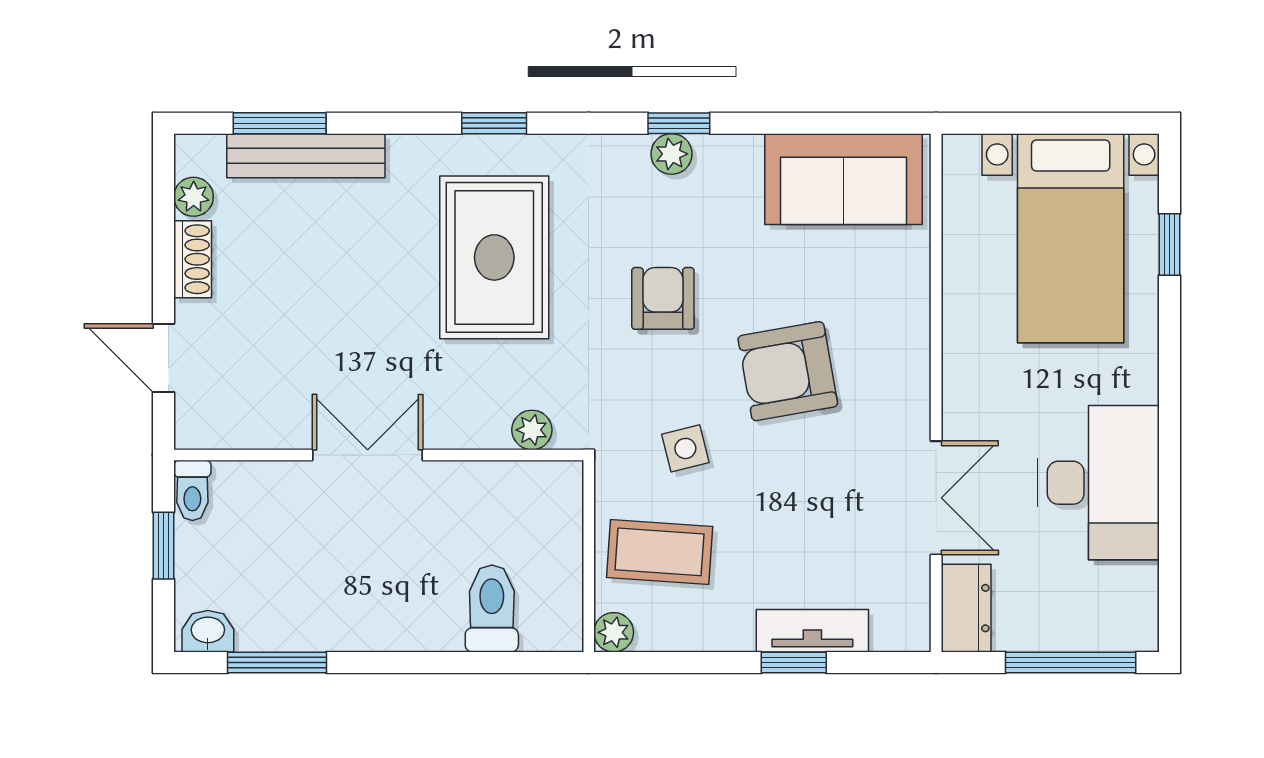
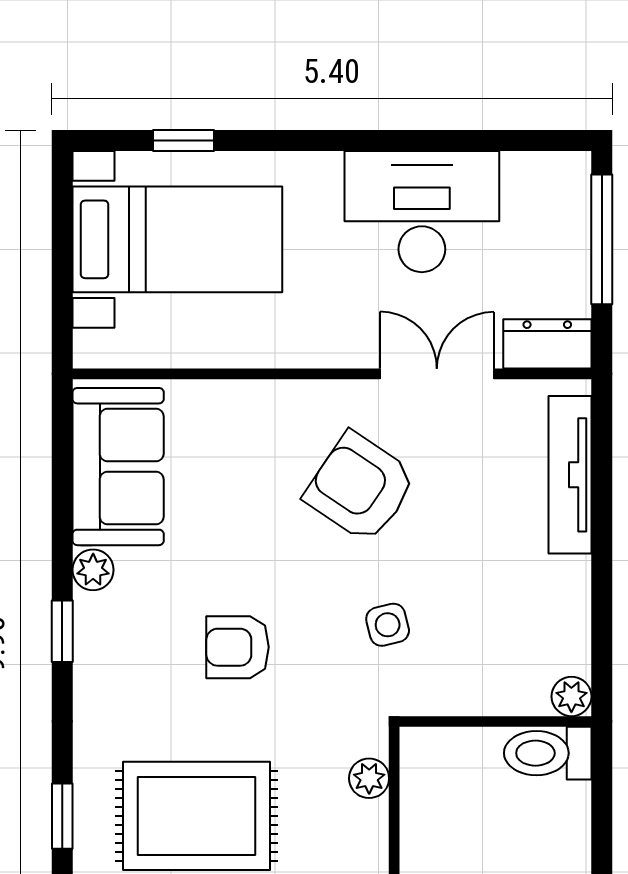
plant: (671, 154) -> (93, 570), moved
armchair: (788, 371) -> (360, 487), moved, turned 134
coffee table: (660, 552) -> (491, 651), removed
toilet: (492, 608) -> (548, 753), moved
tv unit: (812, 631) -> (570, 475), width x1.41
window: (794, 662) -> (602, 516), removed

